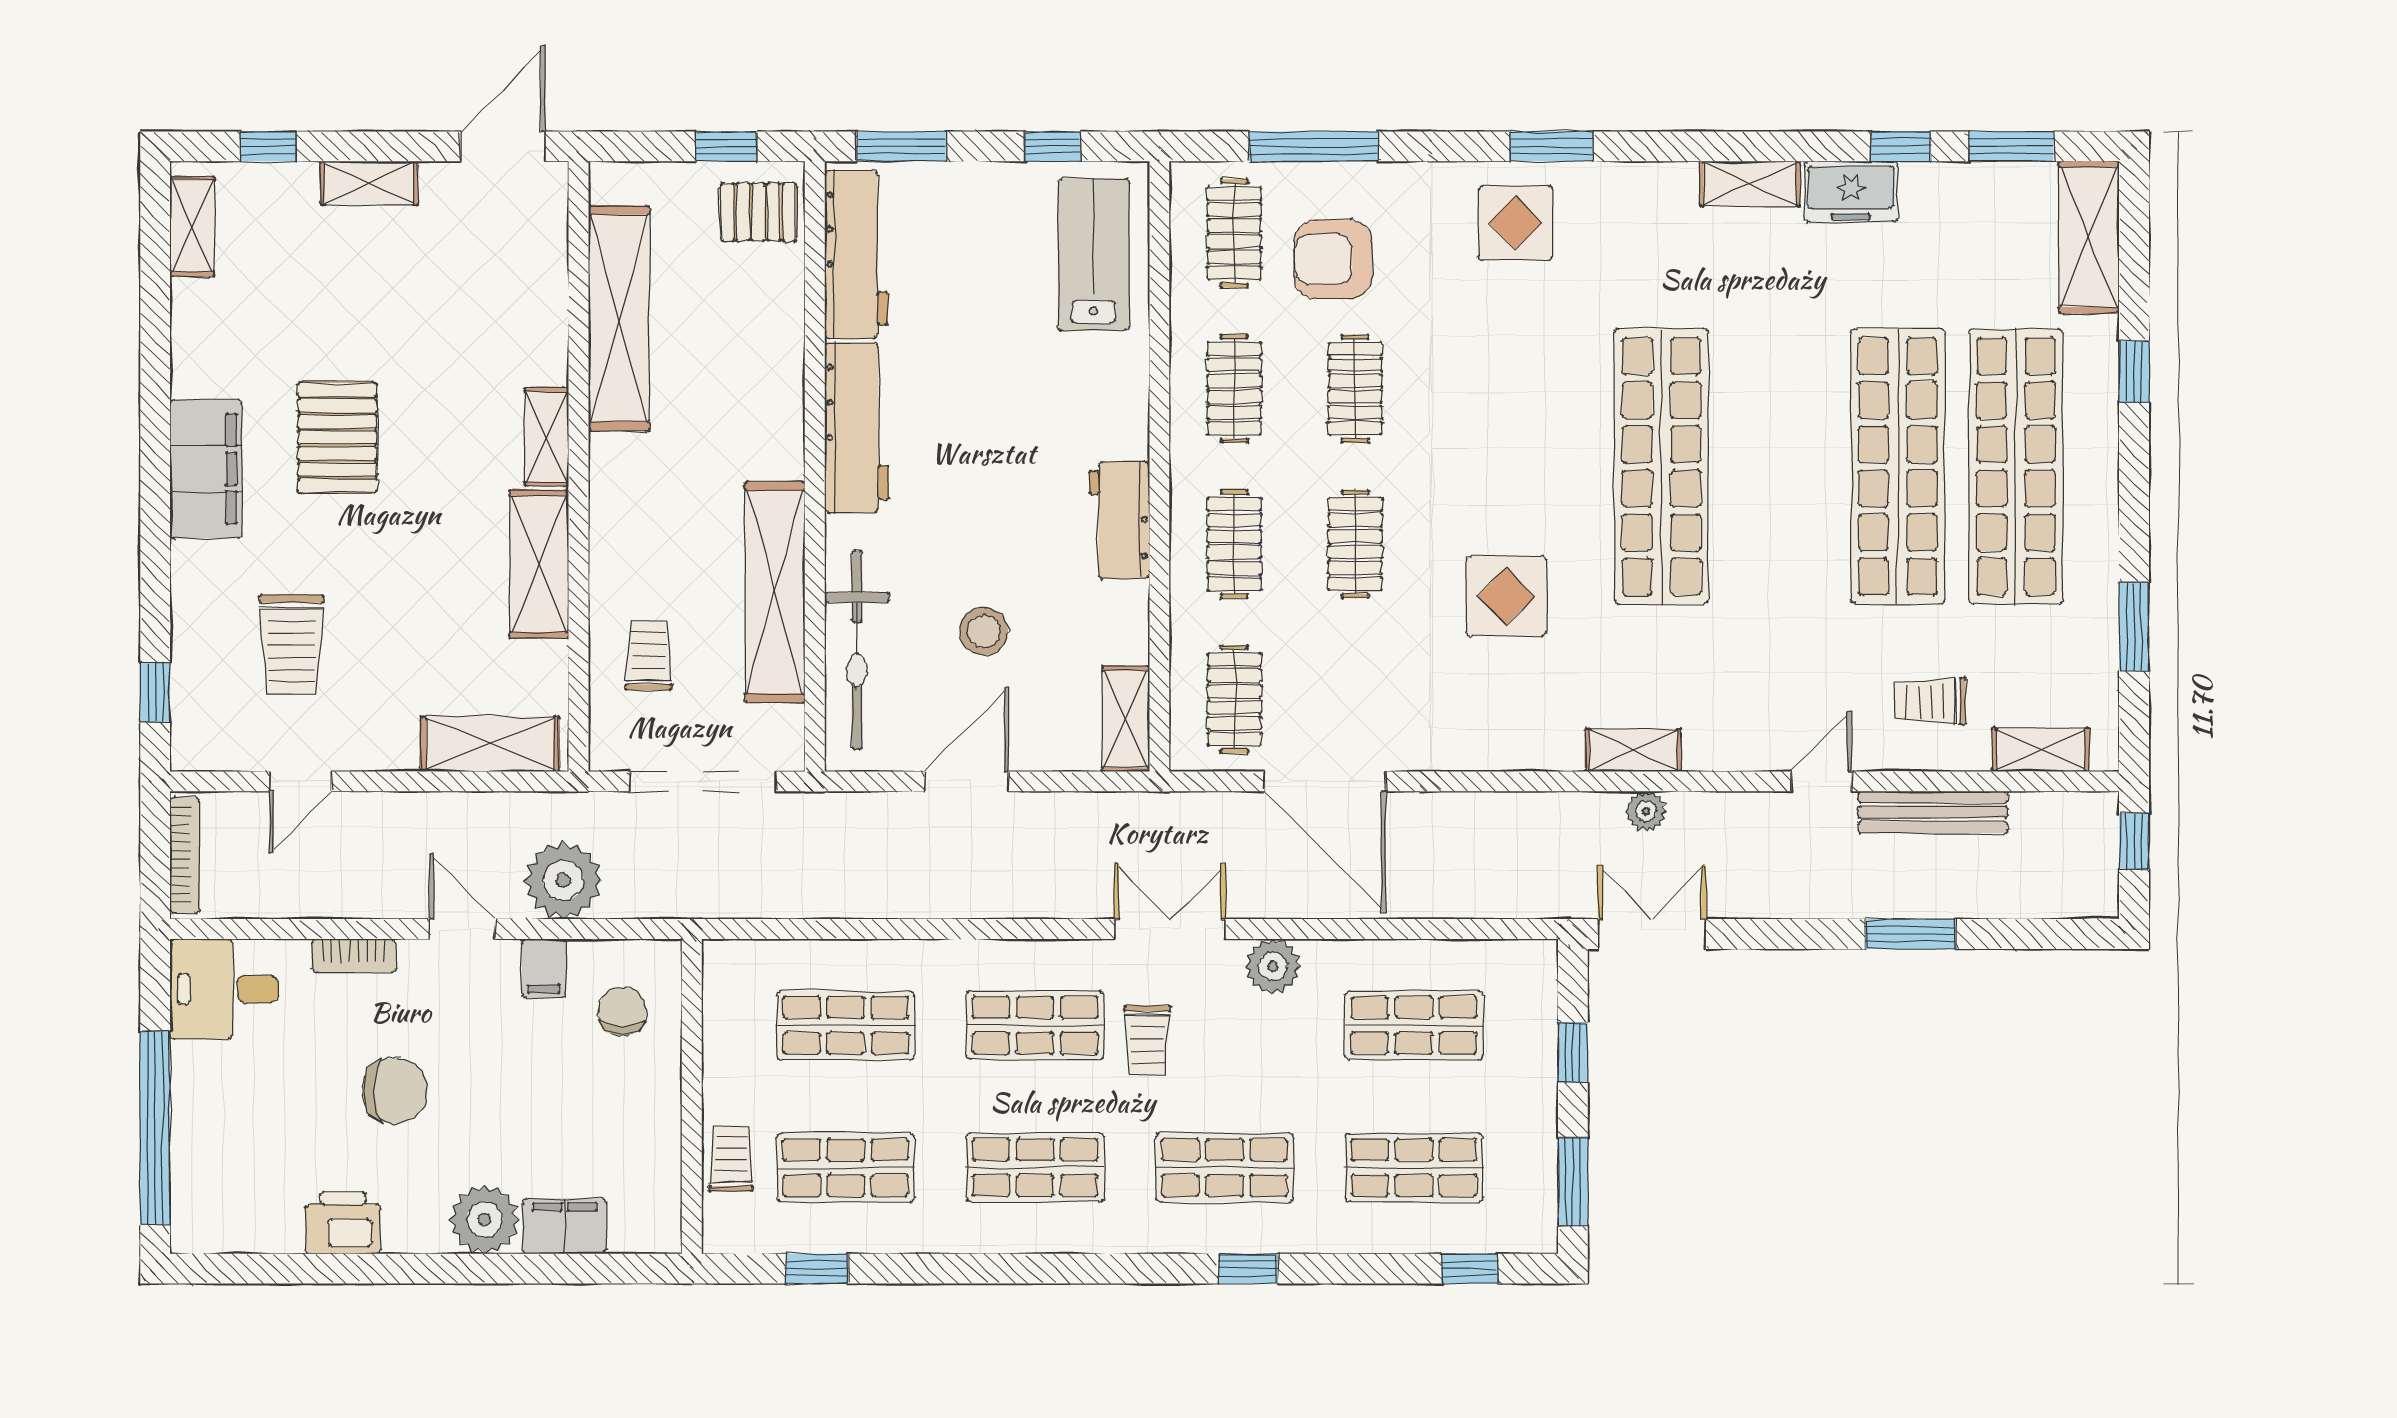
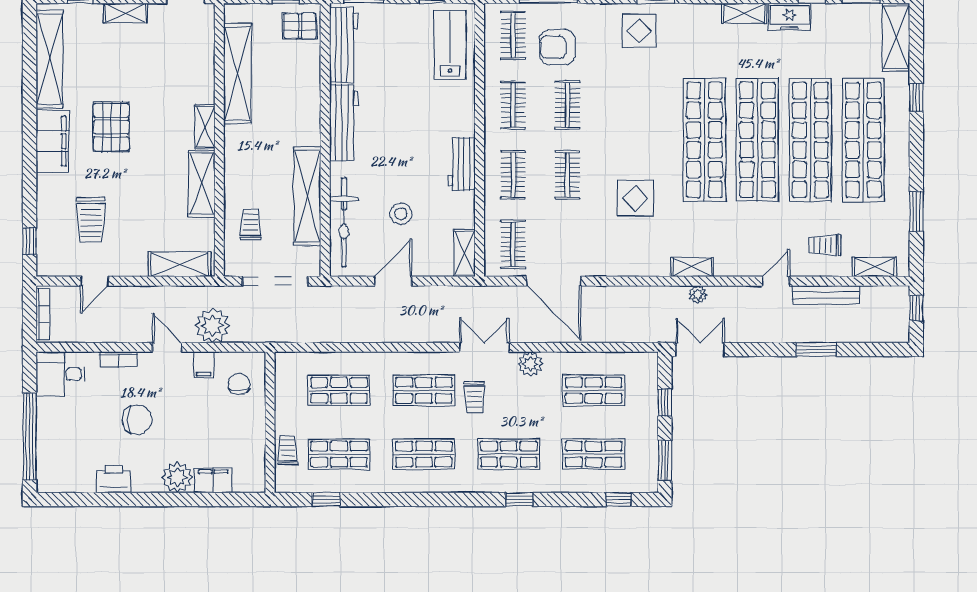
shelving: (192, 226) -> (50, 59), width x2.20, depth x1.33
shop shelf: (1780, 466) -> (757, 140), added

